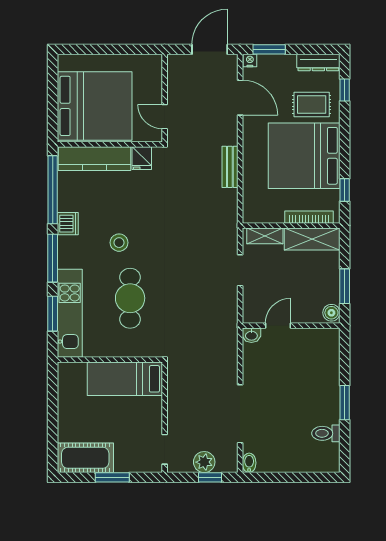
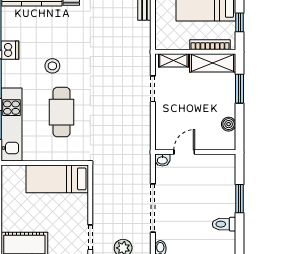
window: (345, 286) -> (240, 89), moved
door: (278, 326) -> (184, 152), moved
wall: (291, 326) -> (195, 152), moved
washbasin: (251, 335) -> (162, 160), moved

